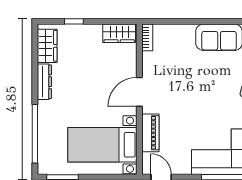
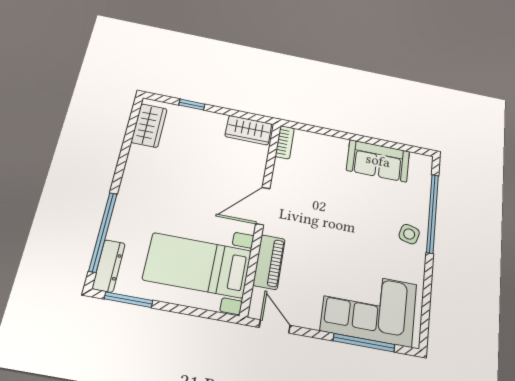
dresser: (44, 82) -> (109, 266), moved

